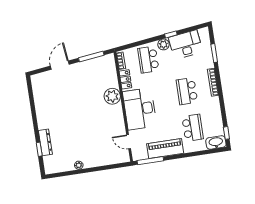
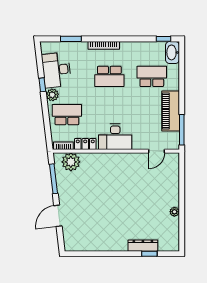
school desk: (148, 60) -> (67, 115), turned 180
door: (60, 65) -> (58, 216), hinge flipped
plant: (112, 96) -> (71, 162), moved
desk: (140, 109) -> (115, 137), width x0.73, depth x0.77

